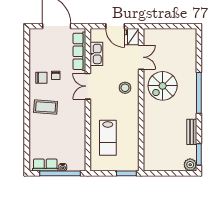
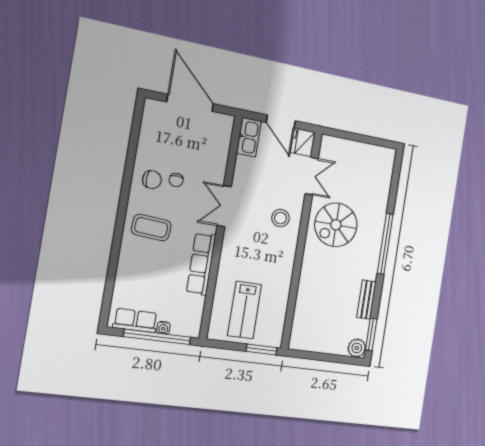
row of seats: (79, 51) -> (201, 264), moved
kitchen sink: (96, 54) -> (249, 137), moved
lab bench: (108, 138) -> (245, 310), moved

